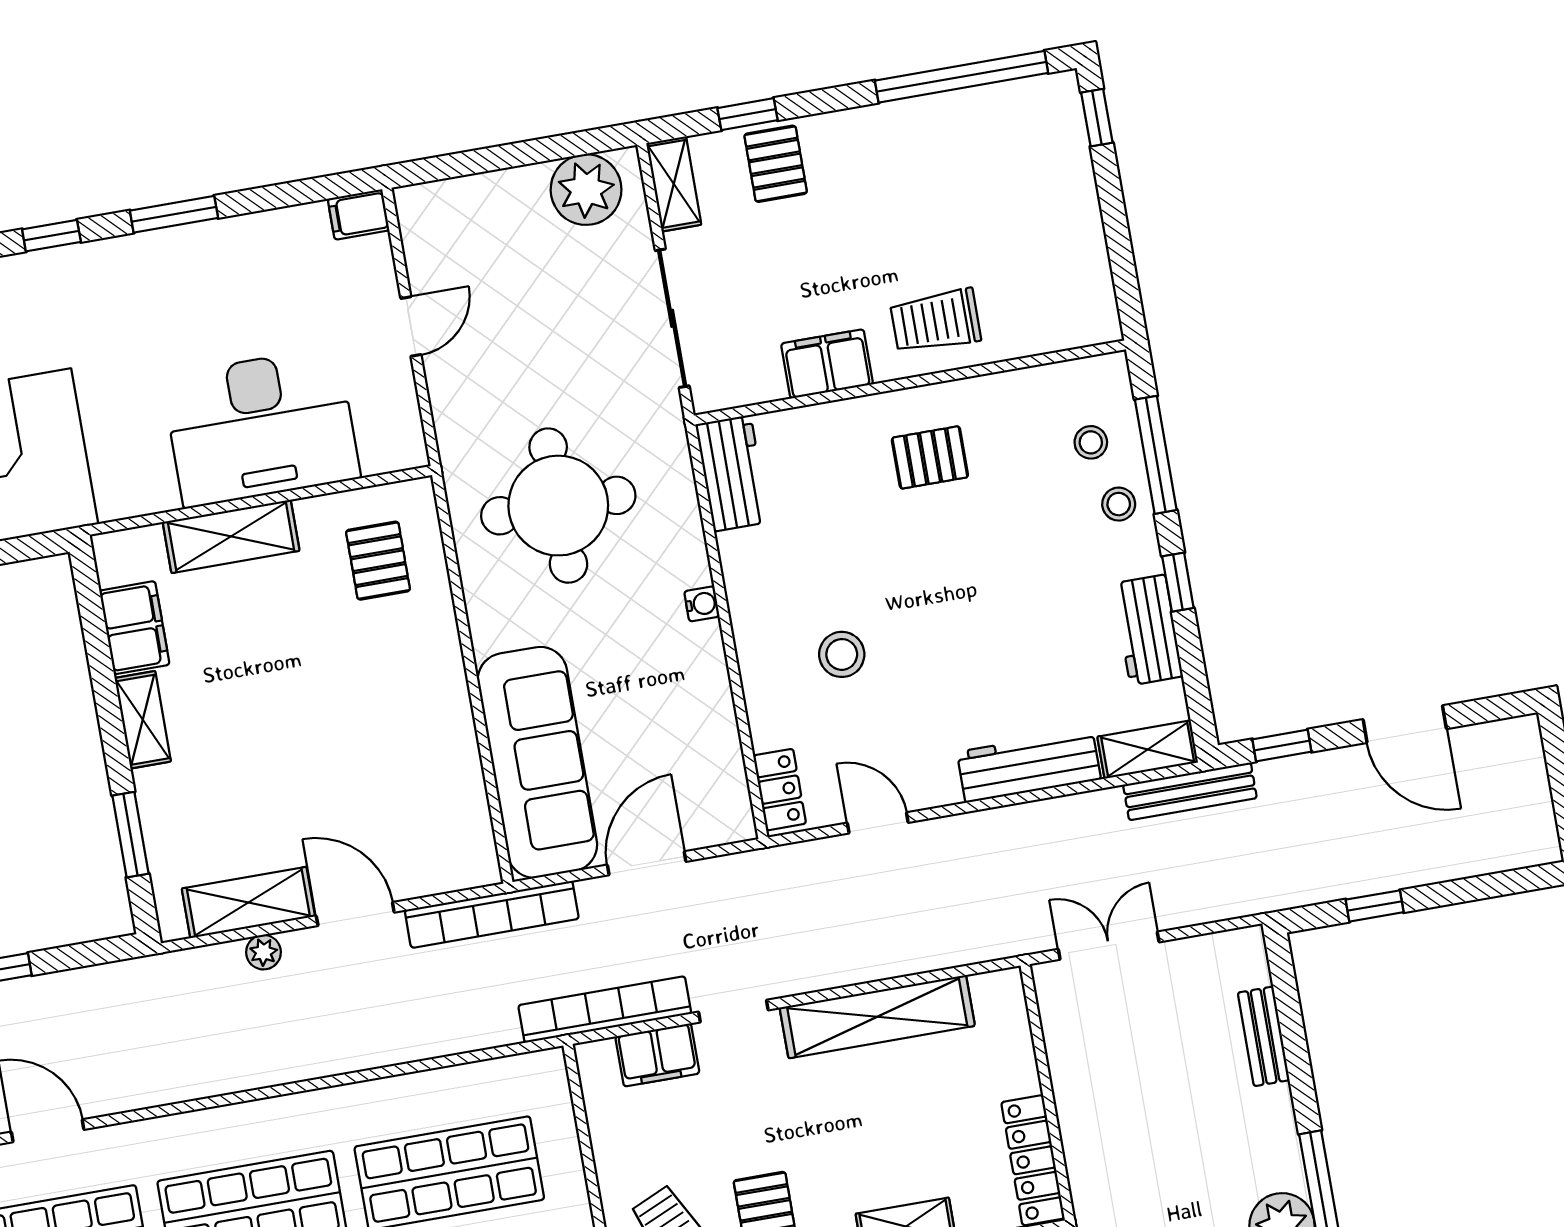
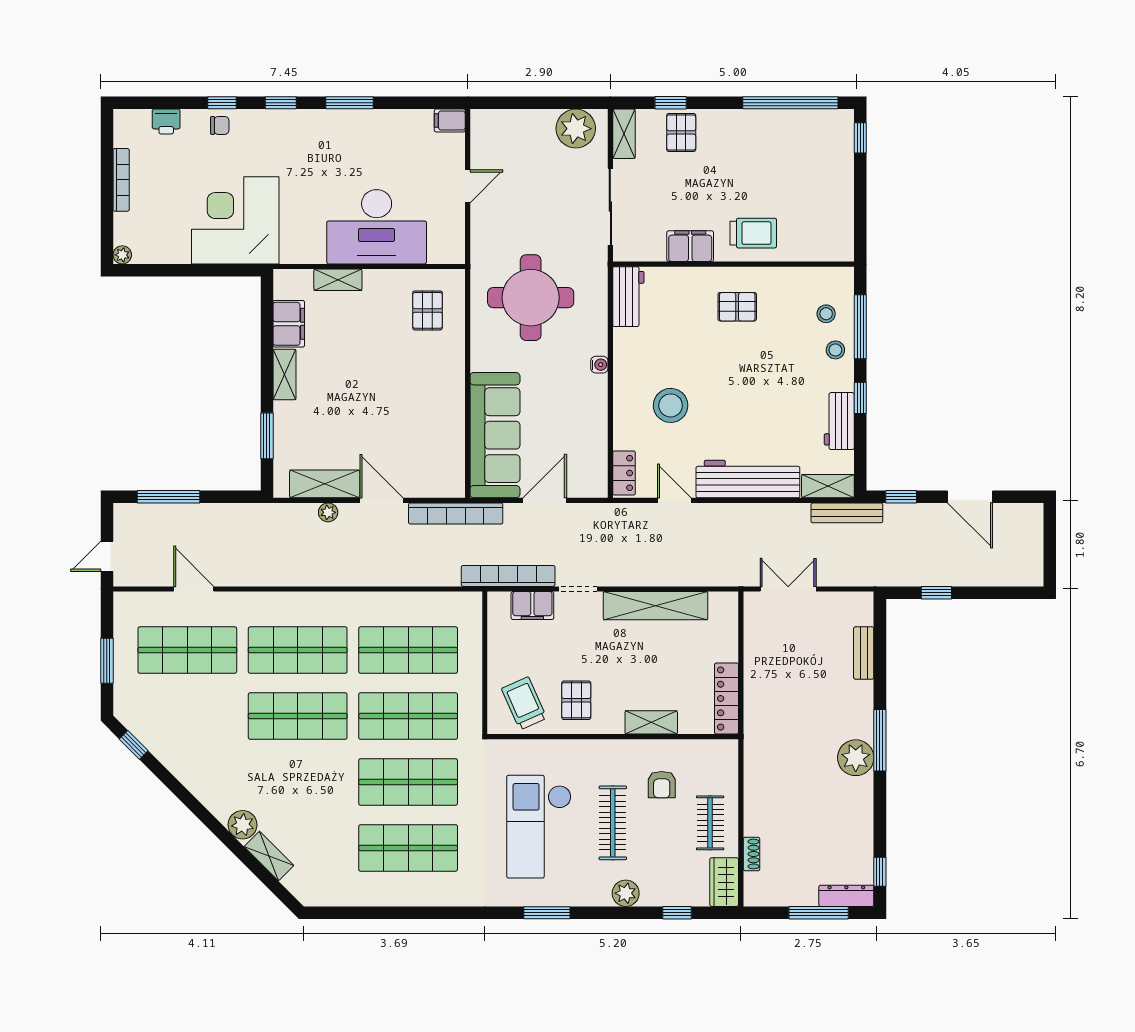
trolley: (936, 321) -> (753, 233), turned 180
shelving: (231, 536) -> (338, 280), width x0.67, depth x0.75
stool: (842, 654) -> (671, 405), width x1.38, depth x1.38
workbench: (1029, 766) -> (748, 479), width x1.36, depth x1.32

